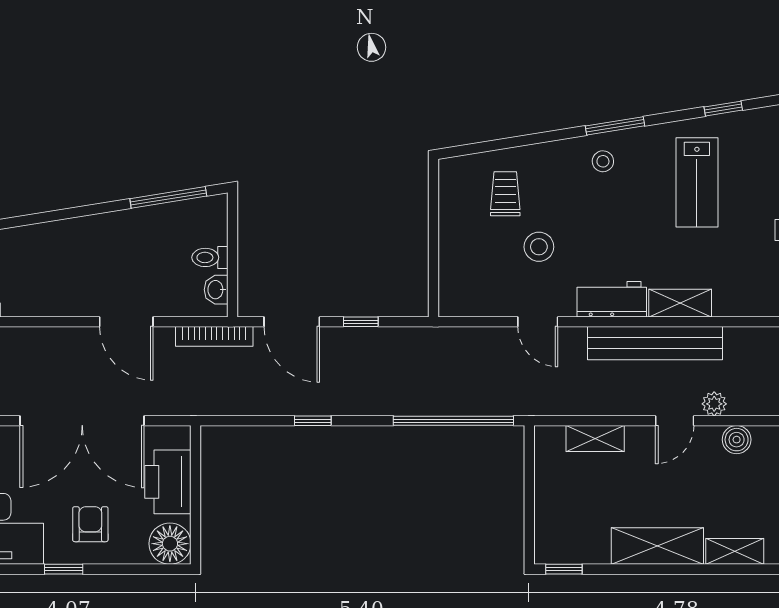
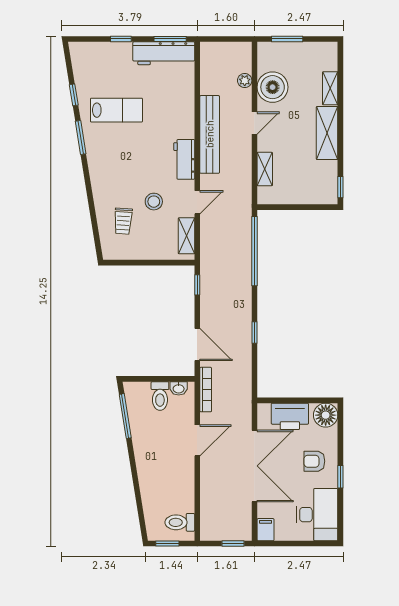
window: (615, 126) -> (81, 138), moved
stool: (603, 161) -> (104, 165), removed
trolley: (505, 194) -> (123, 221), turned -86
toilet: (210, 257) -> (160, 396), width x1.37, depth x1.39
shelving: (680, 303) -> (186, 236), moved
door: (292, 322) -> (197, 345), hinge flipped
window: (361, 322) -> (197, 285), moved
plant: (714, 404) -> (245, 81), moved
door: (675, 421) -> (254, 123), hinge flipped
boiler: (737, 440) -> (273, 87), width x1.86, depth x1.86

